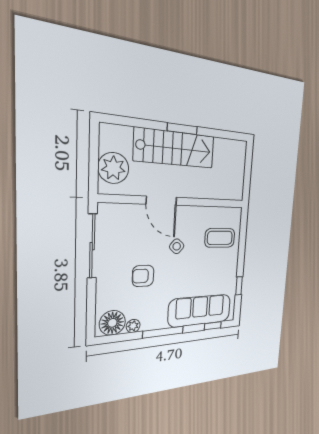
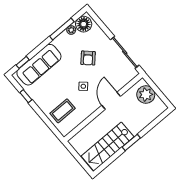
stairs: (175, 148) -> (108, 147), moved
door: (161, 201) -> (111, 101), hinge flipped
armchair: (143, 276) -> (88, 58), turned 133
window: (163, 332) -> (62, 29), moved

